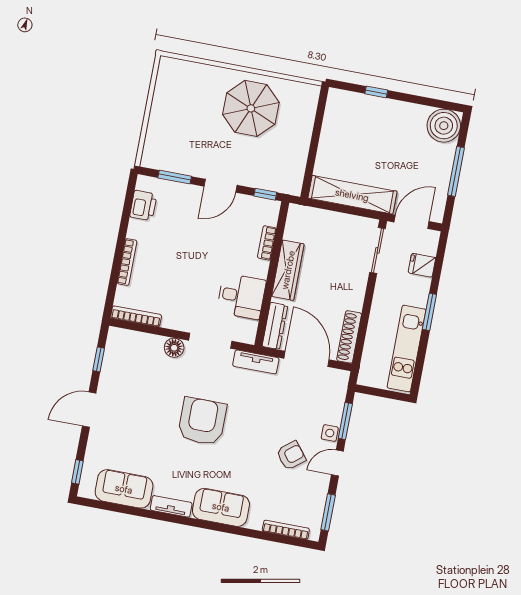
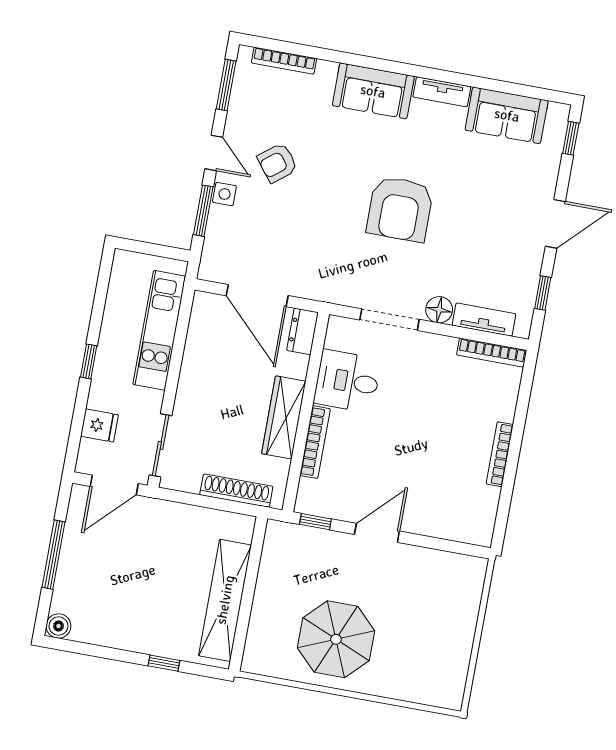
boiler: (444, 126) -> (58, 626), width x0.54, depth x0.54
window: (175, 177) -> (440, 544), removed
shelving: (352, 195) -> (225, 600), moved, turned 90
printer: (143, 205) -> (483, 505), removed
bookcase: (267, 243) -> (315, 442), width x1.56
bookcase: (127, 262) -> (500, 454), moved
window: (429, 312) -> (89, 361), width x0.67
dresser: (275, 326) -> (303, 331), width x0.70
shoe rack: (349, 337) -> (236, 491), moved, turned -90
kitchen unit: (406, 349) -> (159, 330), moved, turned 180
tv unit: (256, 362) -> (484, 320), moved
door: (337, 463) -> (214, 153), hinge flipped

